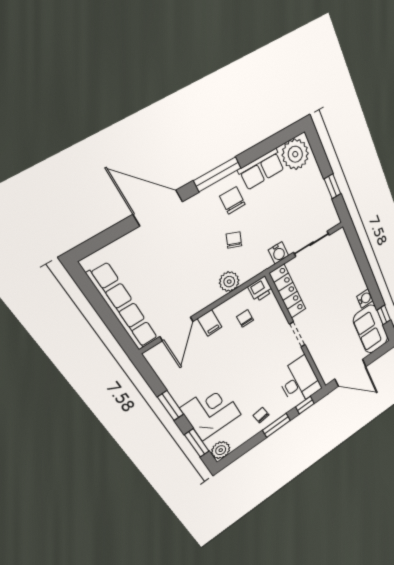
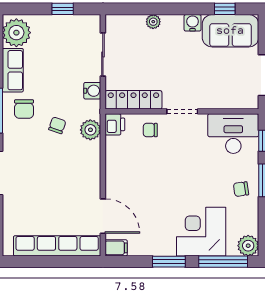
chair: (232, 200) -> (24, 109), turned -90
chair: (234, 240) -> (57, 125), turned 88
plant: (354, 268) -> (153, 22), added
plant: (229, 282) -> (90, 130), moved
chair: (245, 318) -> (150, 130), moved
filing cabinet: (210, 323) -> (116, 248), moved
window: (197, 443) -> (223, 262), width x1.44

